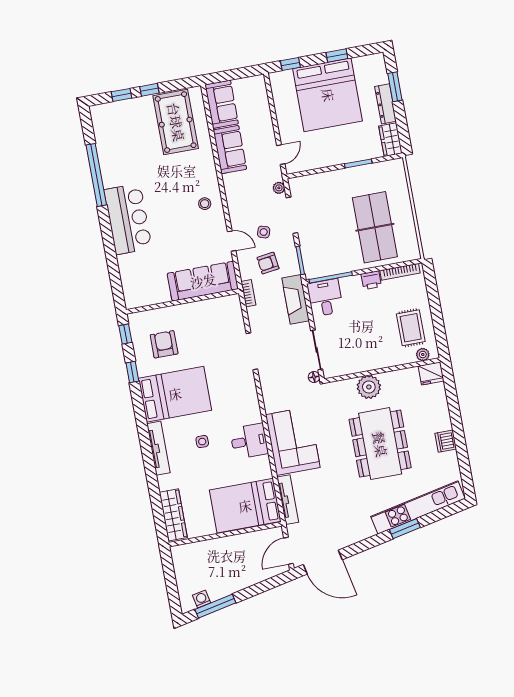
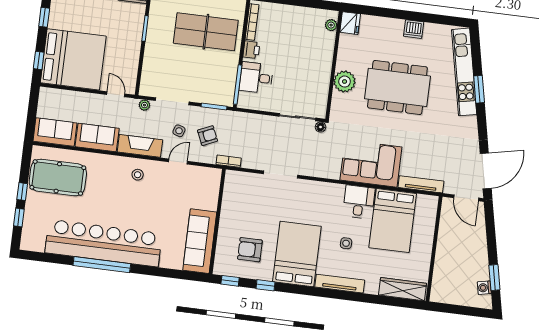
bed: (328, 95) -> (73, 59), moved
window: (96, 175) -> (102, 265), moved
bar counter: (128, 219) -> (103, 243), width x1.86
armchair: (268, 263) -> (208, 136), turned -106
sofa: (203, 281) -> (200, 241), moved
desk: (325, 298) -> (256, 78), moved
fireplace: (296, 299) -> (140, 146), moved, turned 180
rug: (411, 328) -> (304, 28), removed
bed: (245, 506) -> (393, 221), moved
window: (215, 606) -> (494, 278), width x0.69

